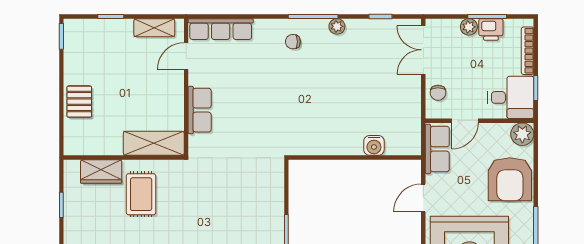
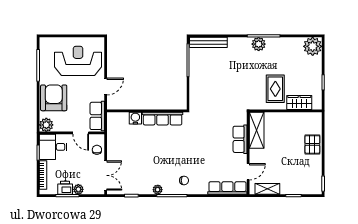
door: (465, 121) -> (81, 133), swing flipped
shelving: (154, 143) -> (257, 130), moved, turned 90
row of seats: (329, 145) -> (163, 119), added

